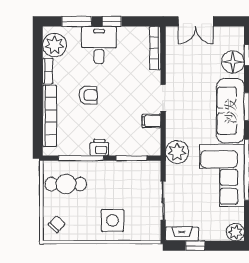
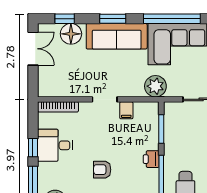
double door: (196, 21) -> (33, 49), moved
desk: (99, 45) -> (55, 145), moved
armchair: (88, 95) -> (102, 170), turned -90

